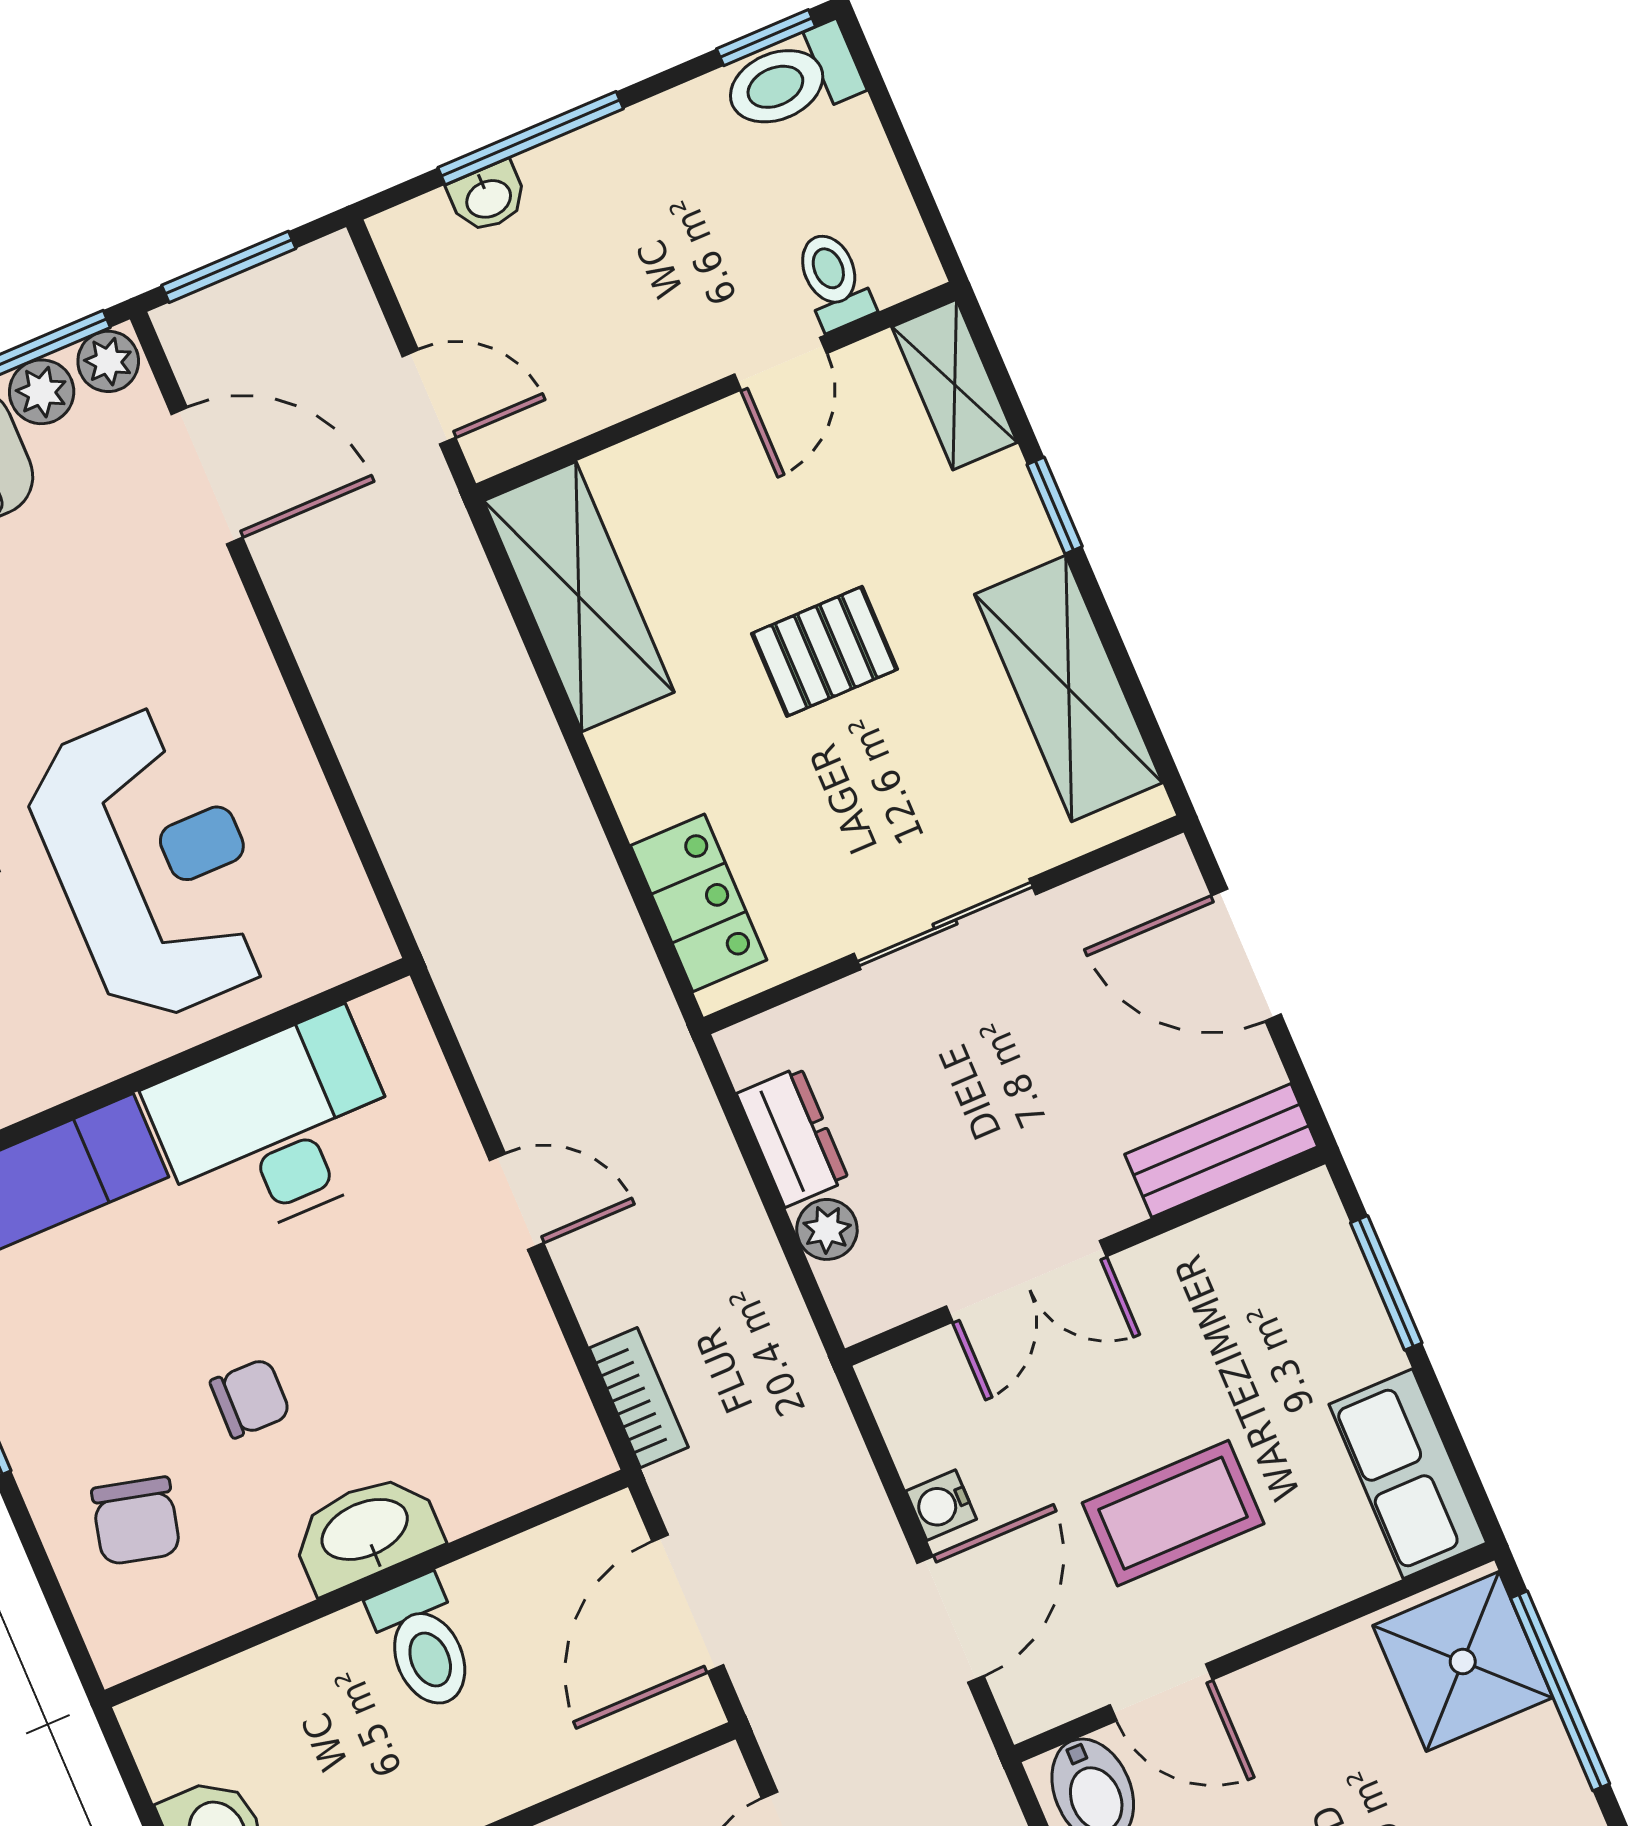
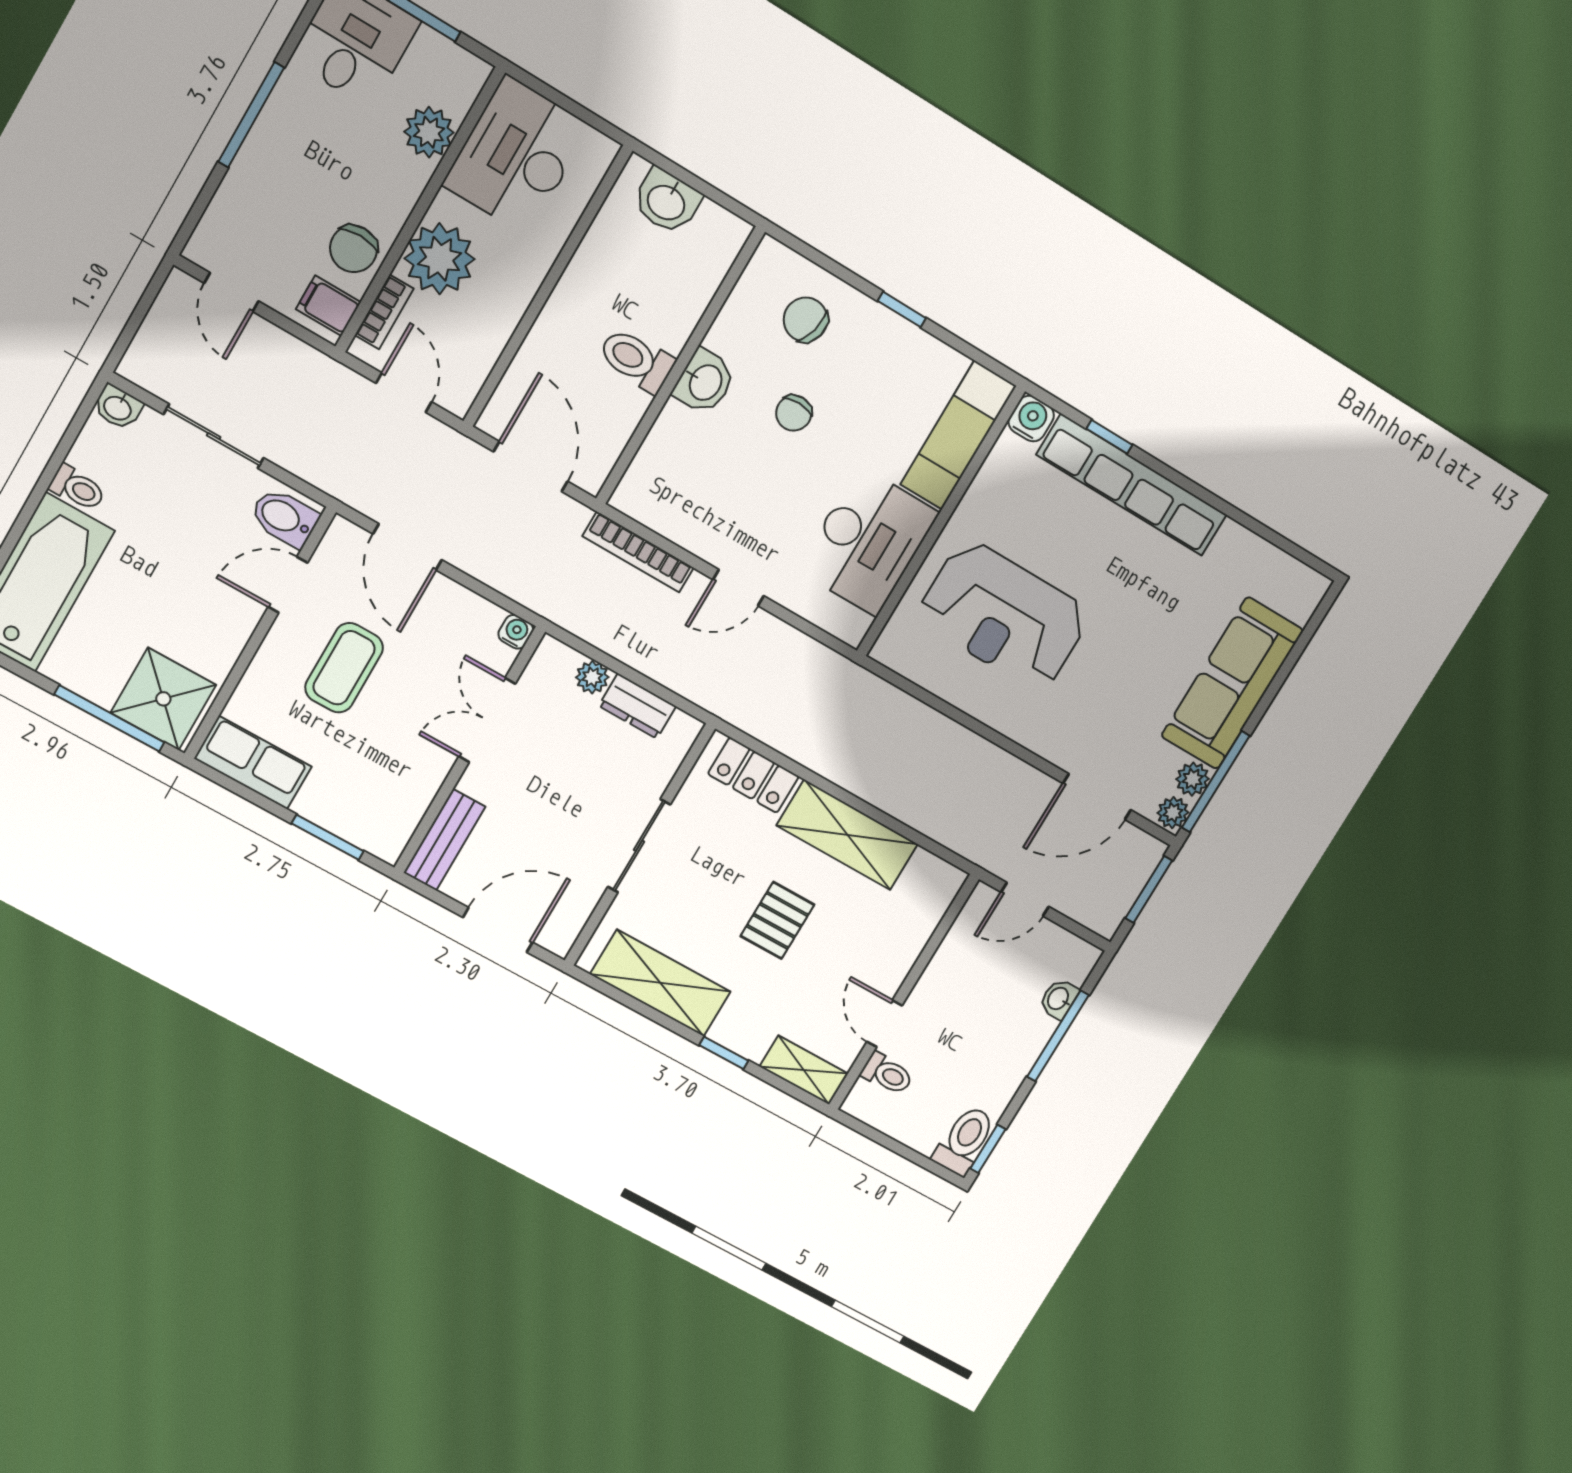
shelving: (579, 597) -> (847, 835), moved
bookcase: (639, 1398) -> (638, 552), width x1.56
water cooler: (941, 1505) -> (516, 632), moved
washbasin: (366, 1532) -> (704, 382), width x0.72

